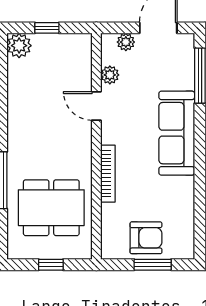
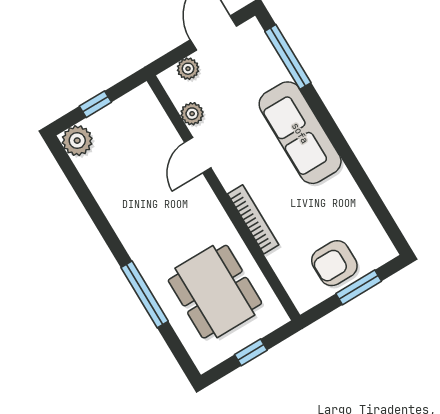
door: (96, 106) -> (198, 155), hinge flipped
dining table: (51, 208) -> (215, 292), turned 90
armchair: (146, 238) -> (334, 263), turned 180

